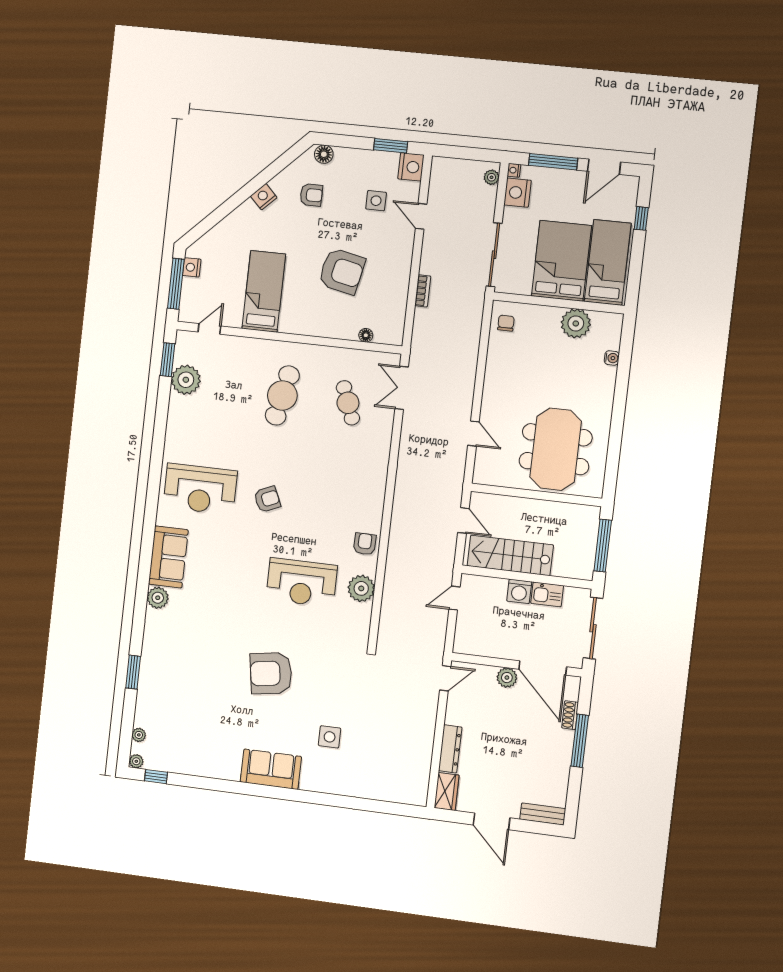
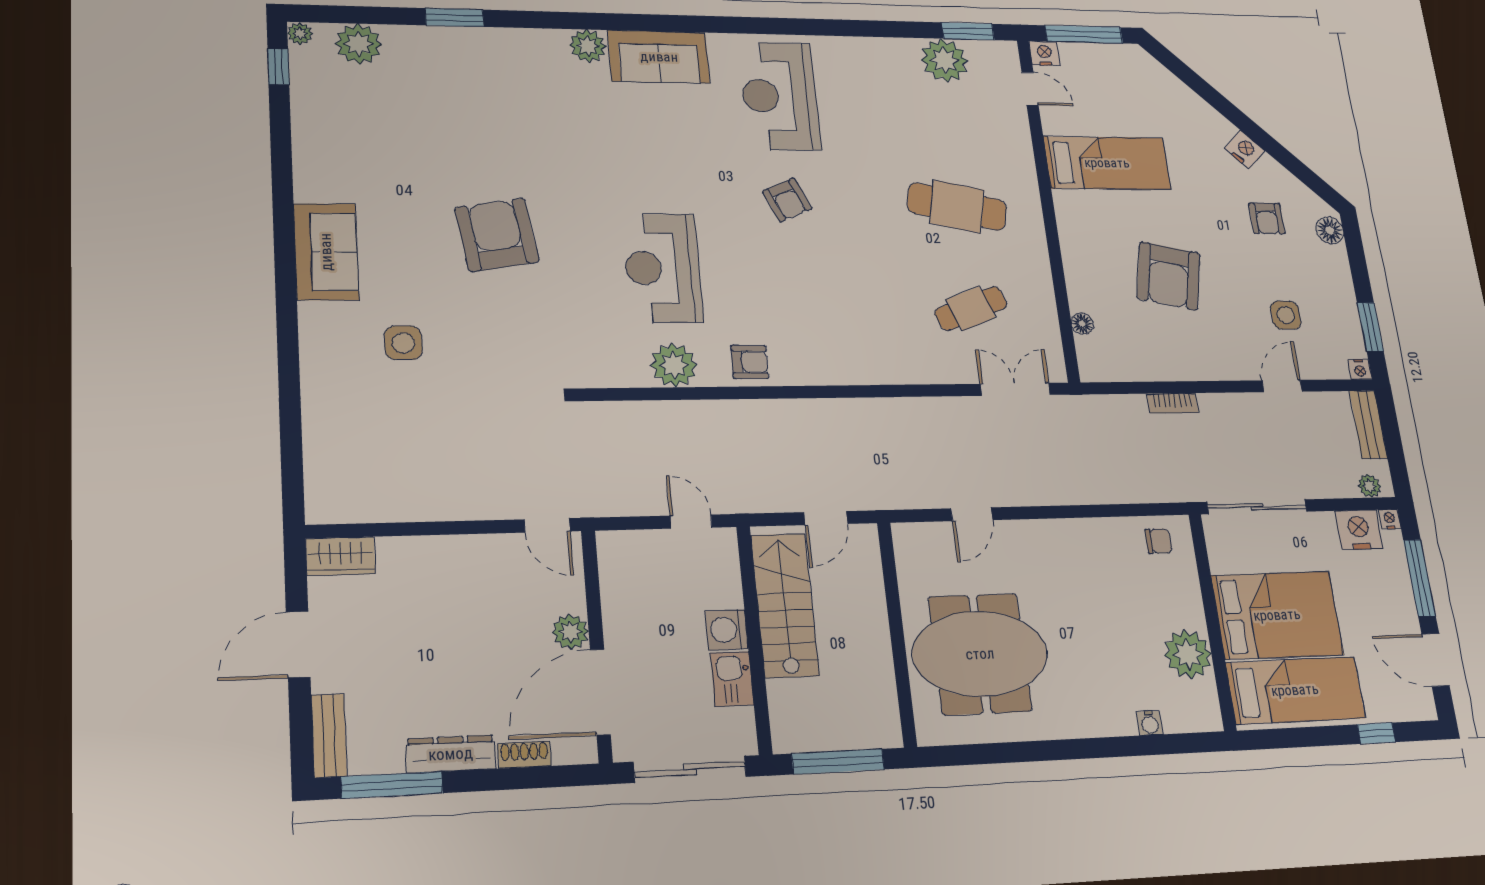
bench: (453, 166) -> (1368, 425), added
nightstand: (411, 167) -> (1360, 369), width x0.53, depth x0.56
nightstand: (192, 267) -> (1044, 53), moved
plant: (139, 735) -> (359, 44), width x1.88, depth x1.88
window: (580, 741) -> (392, 785), moved
dresser: (450, 749) -> (451, 754), moved, turned 180

